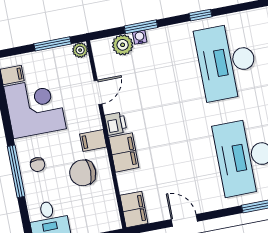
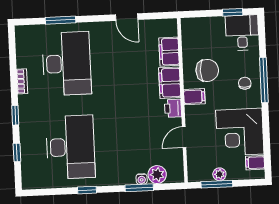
plant: (80, 50) -> (219, 174), moved
filing cabinet: (134, 209) -> (169, 52), moved

